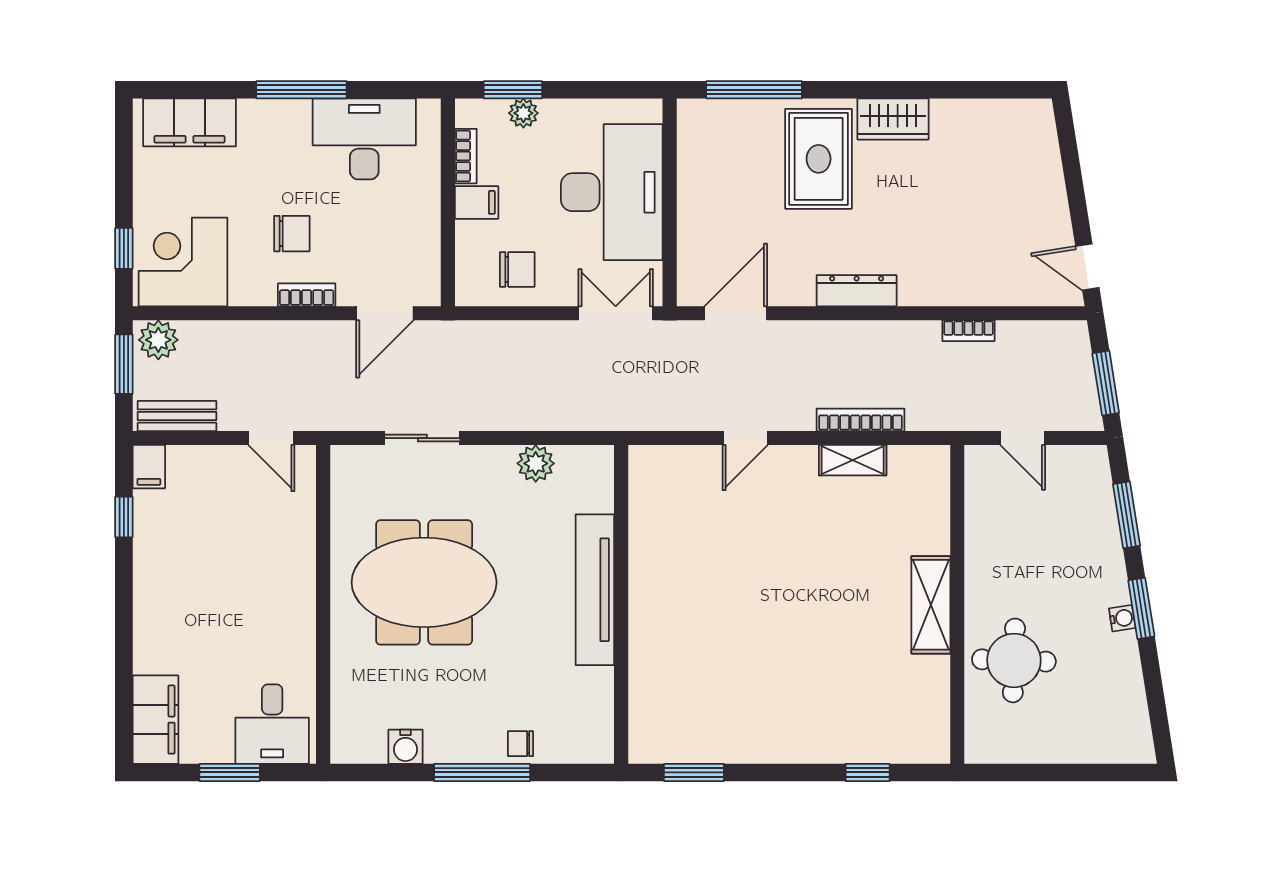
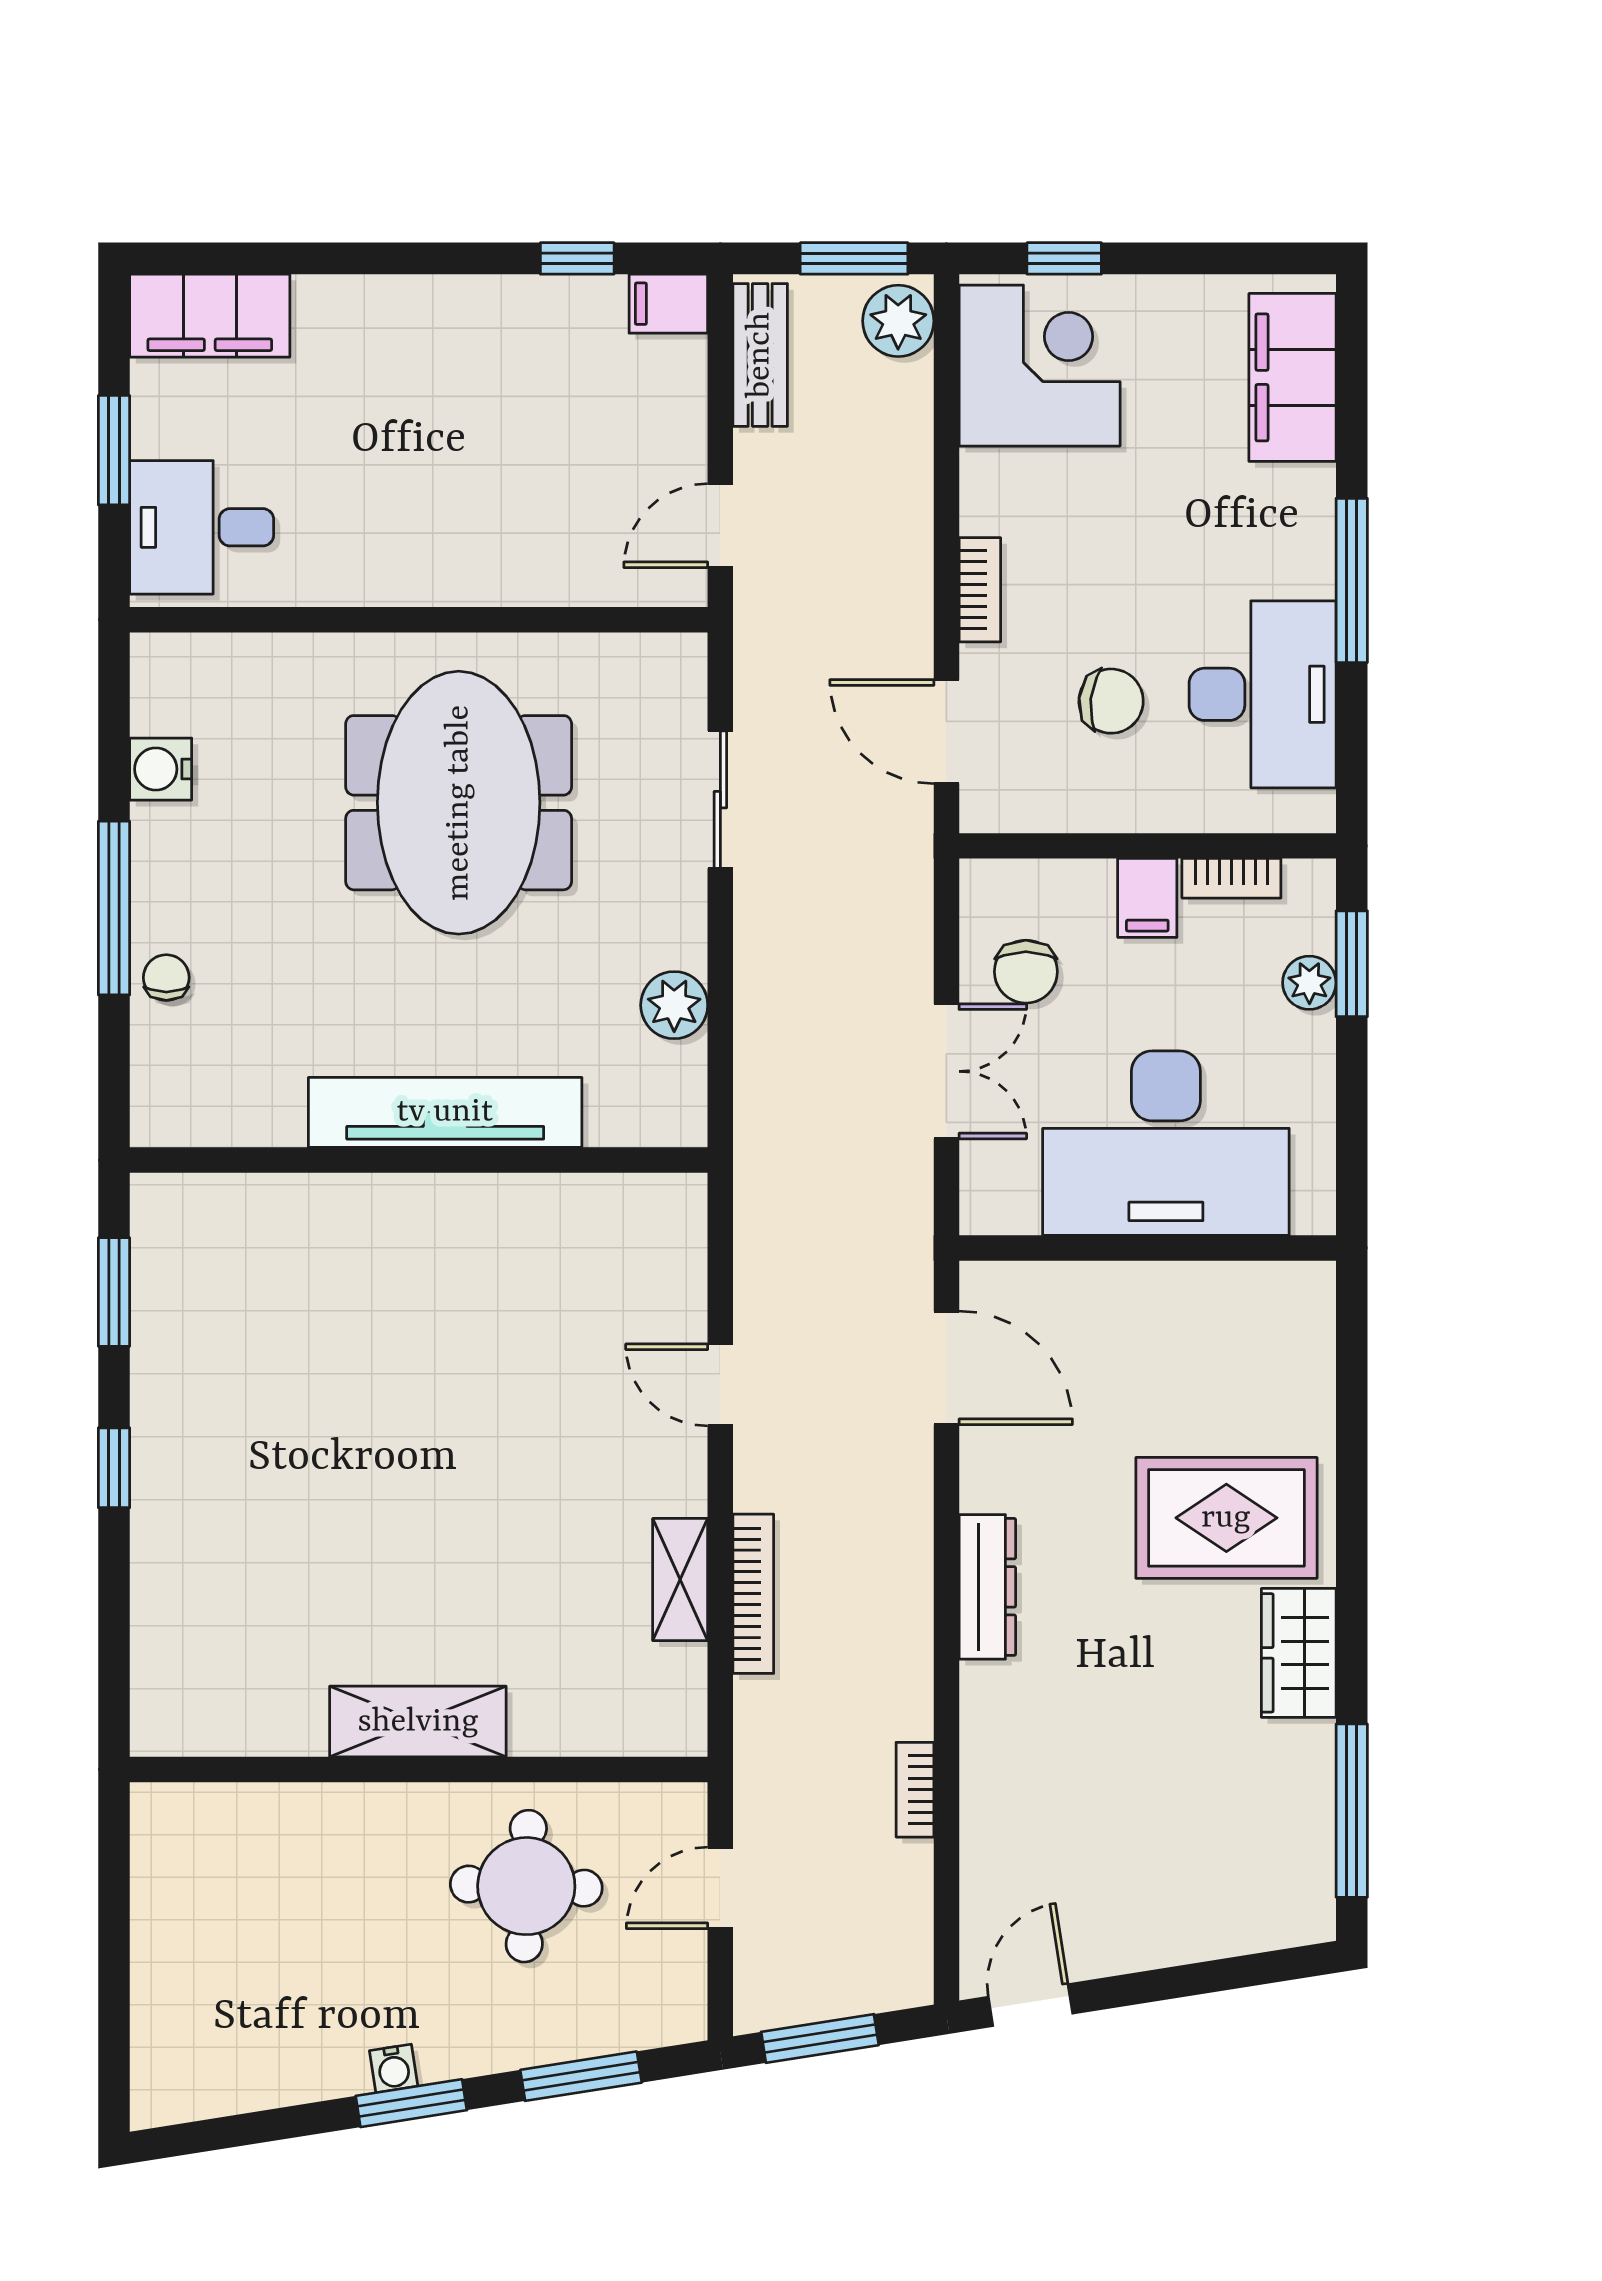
window: (754, 90) -> (1352, 1811), moved
chair: (292, 234) -> (1111, 701), moved, turned -84
double door: (616, 313) -> (946, 1071), moved
round table: (1014, 660) -> (526, 1886), moved
window: (868, 772) -> (114, 1468), moved

